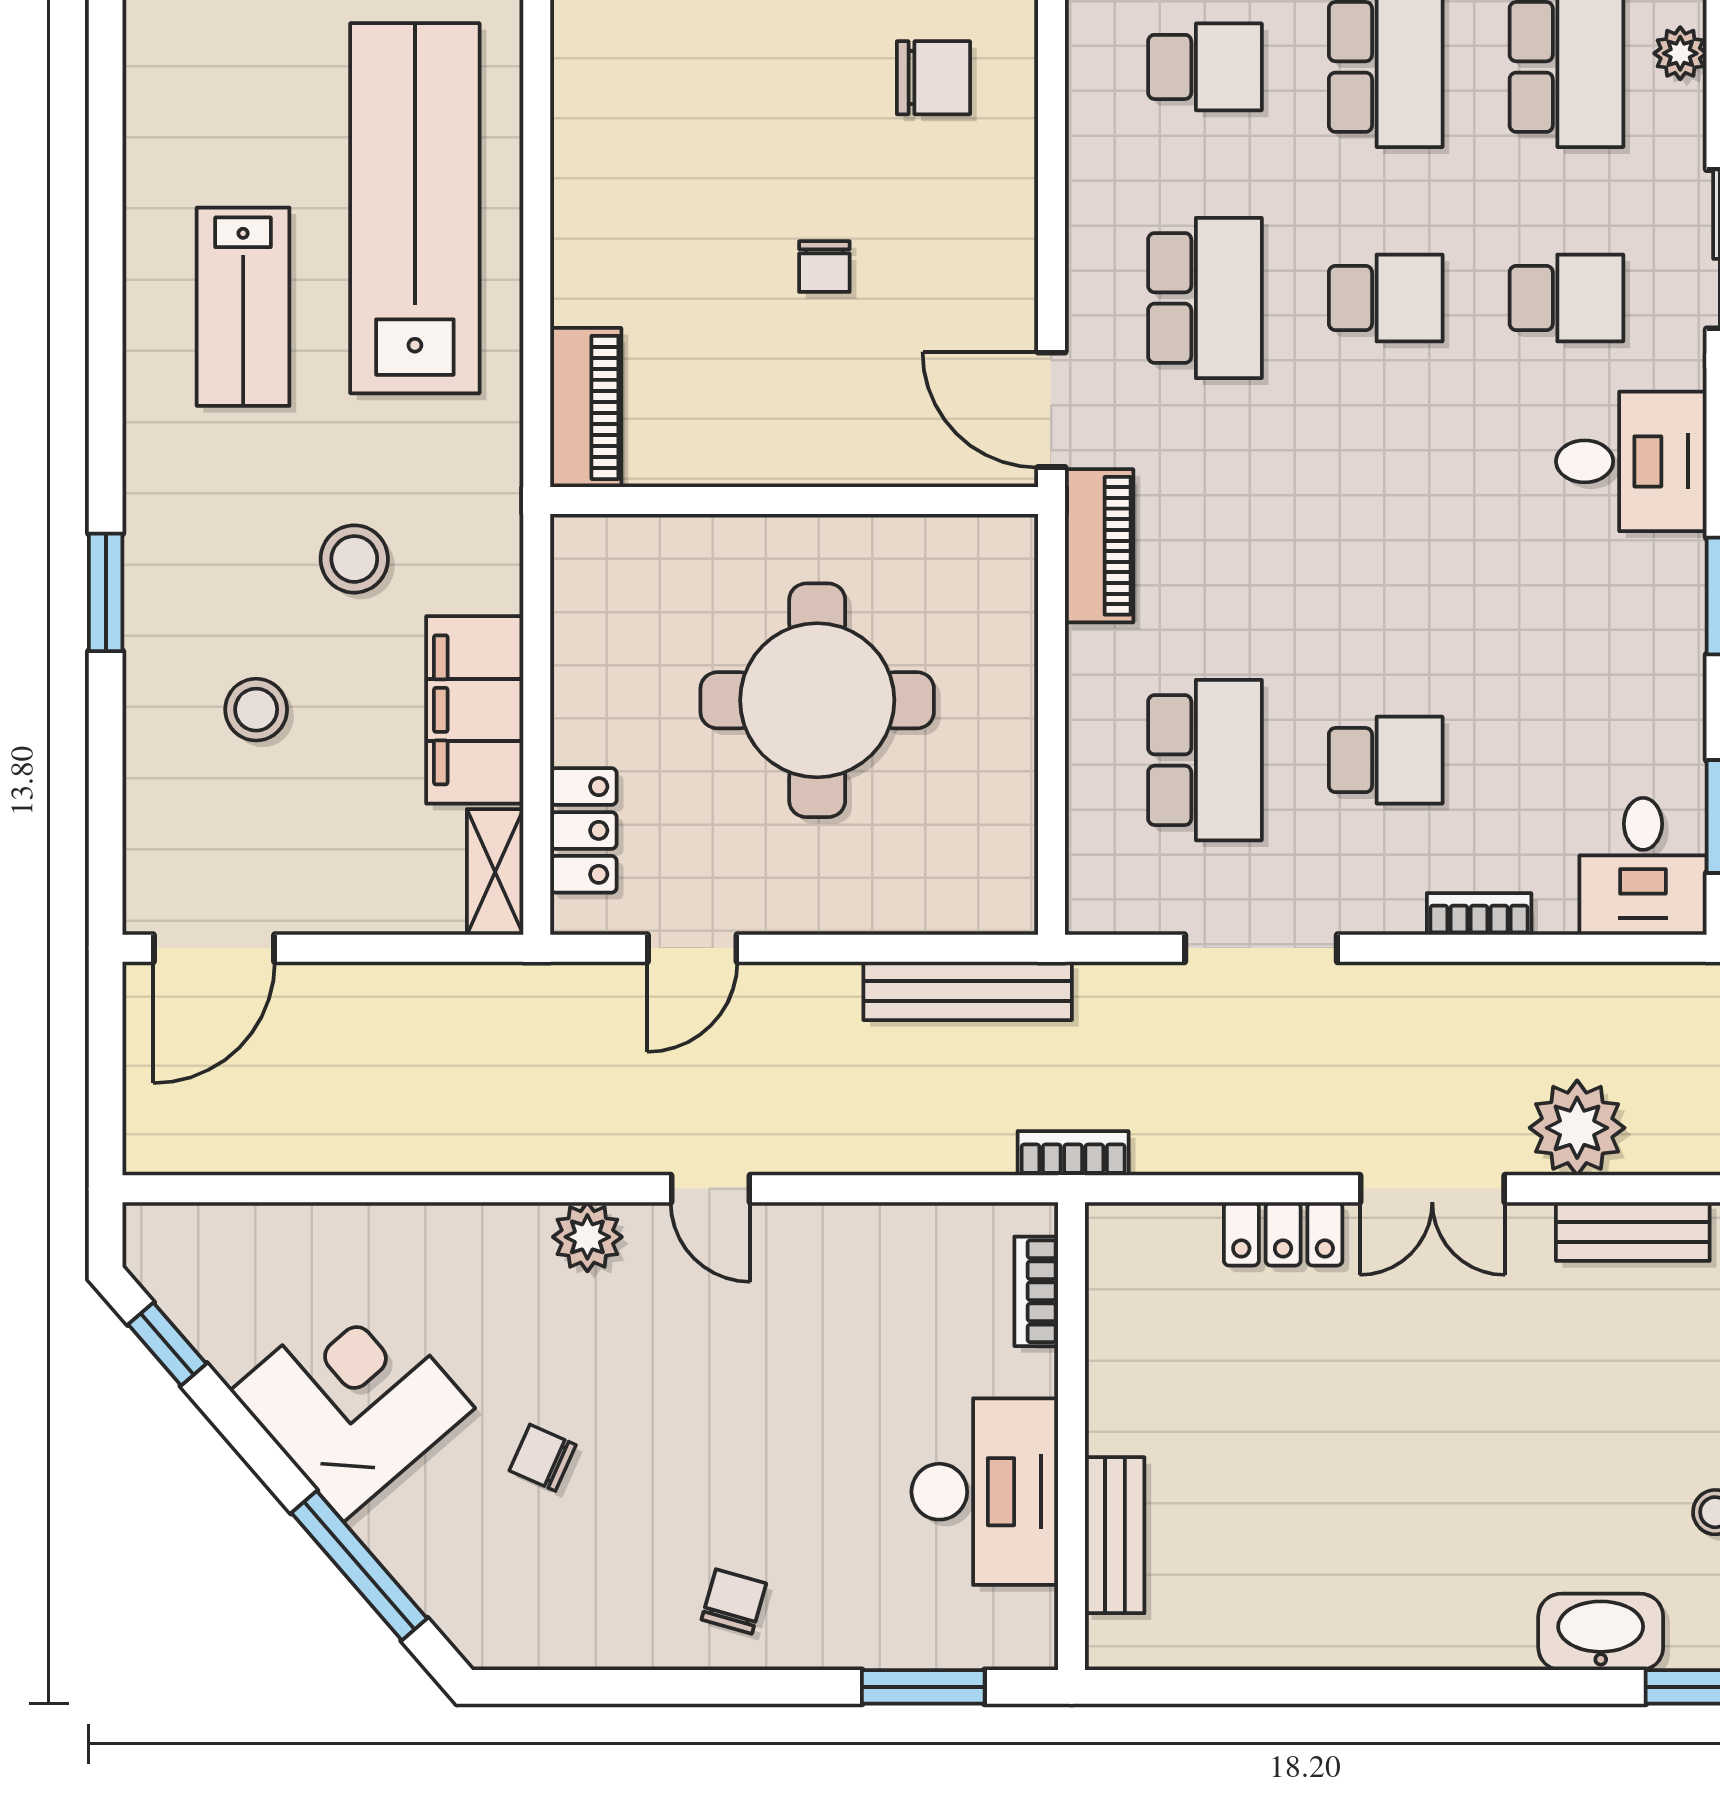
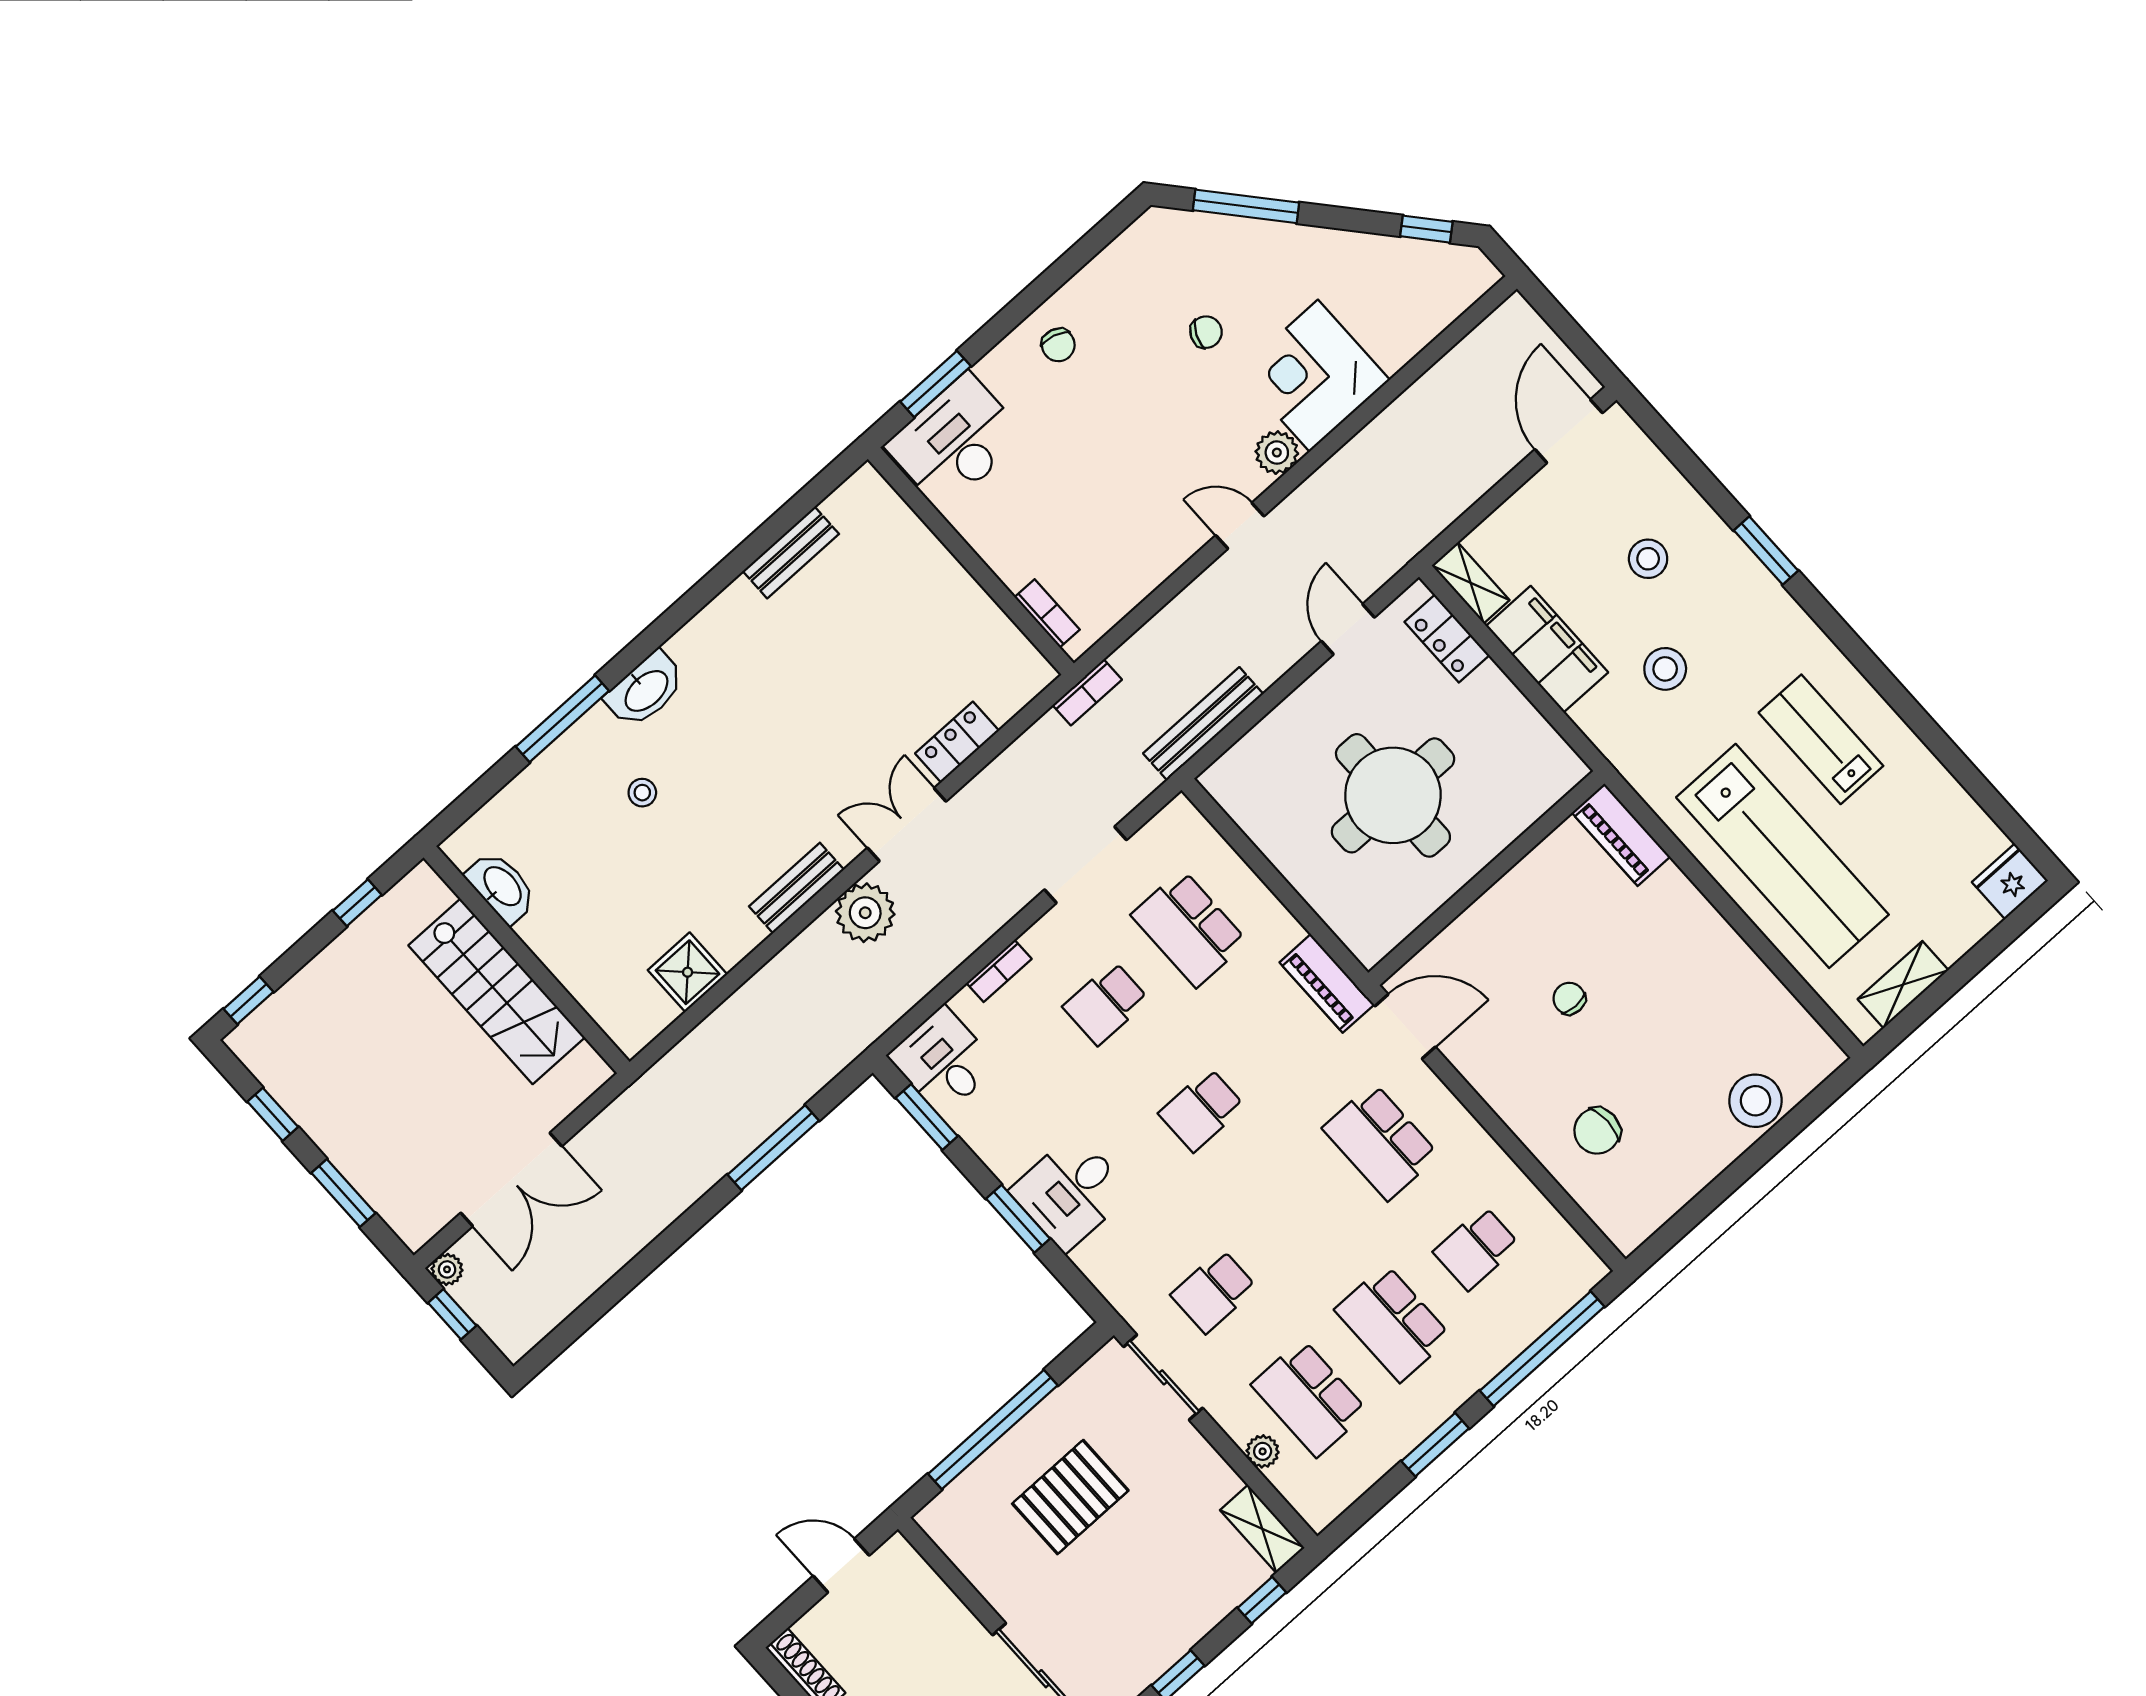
school desk: (1386, 298) -> (1202, 1110), moved
desk: (1631, 461) -> (1071, 1192), moved
corner desk: (352, 1399) -> (1314, 376), moved, turned 131
desk: (985, 1492) -> (955, 441), moved, turned 90
bench: (1115, 1535) -> (791, 553), moved, turned 90

